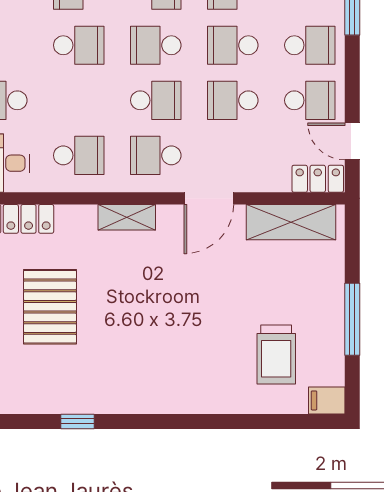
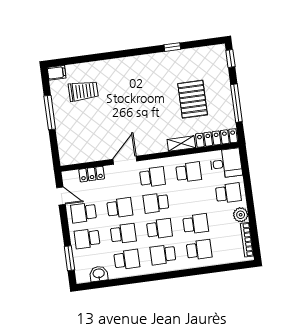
school desk: (79, 45) -> (196, 224), turned 180
school desk: (79, 155) -> (189, 172), turned 180
locker: (318, 179) -> (92, 174), moved
shelving: (127, 217) -> (181, 144), moved
shelving: (291, 222) -> (85, 154), removed
trolley: (276, 355) -> (83, 91), turned 90

